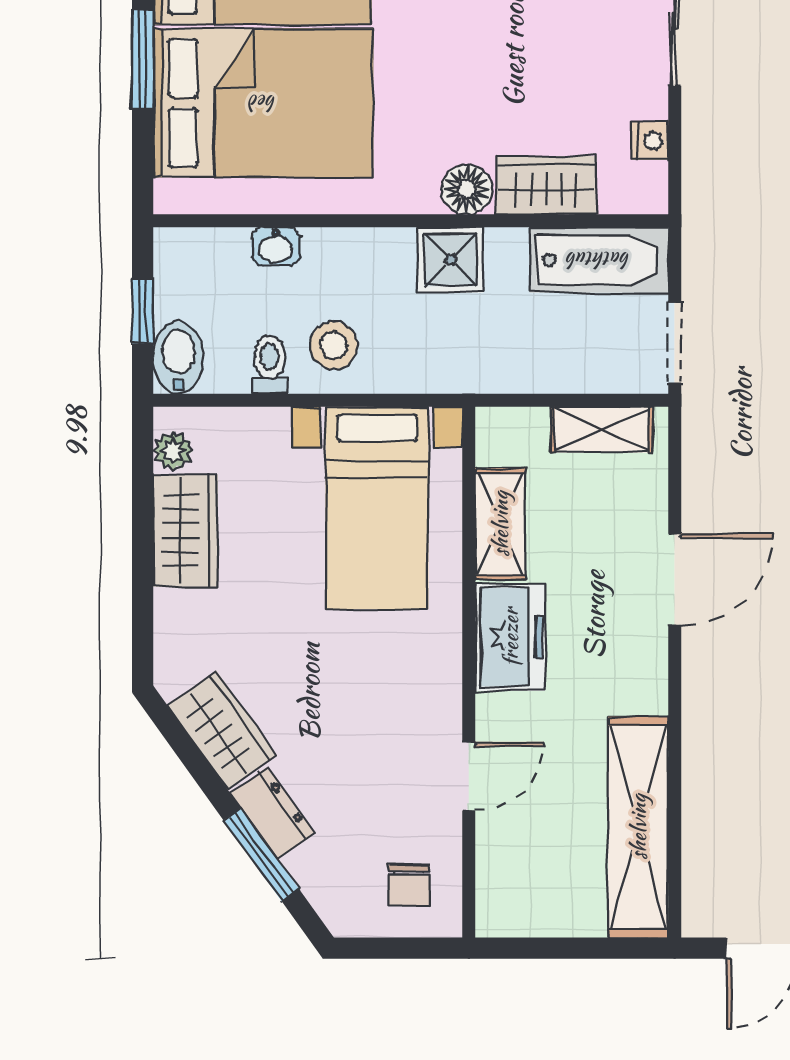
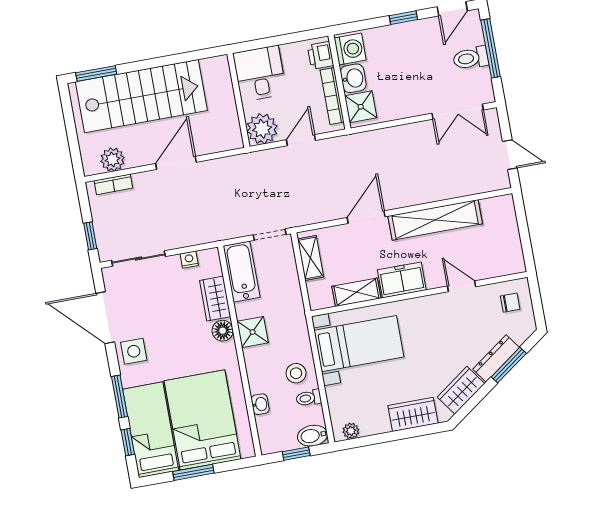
wardrobe: (186, 531) -> (413, 414), moved
door: (675, 580) -> (366, 217), hinge flipped
dresser: (272, 813) -> (496, 358), width x1.44
shelving: (638, 827) -> (435, 220), moved

